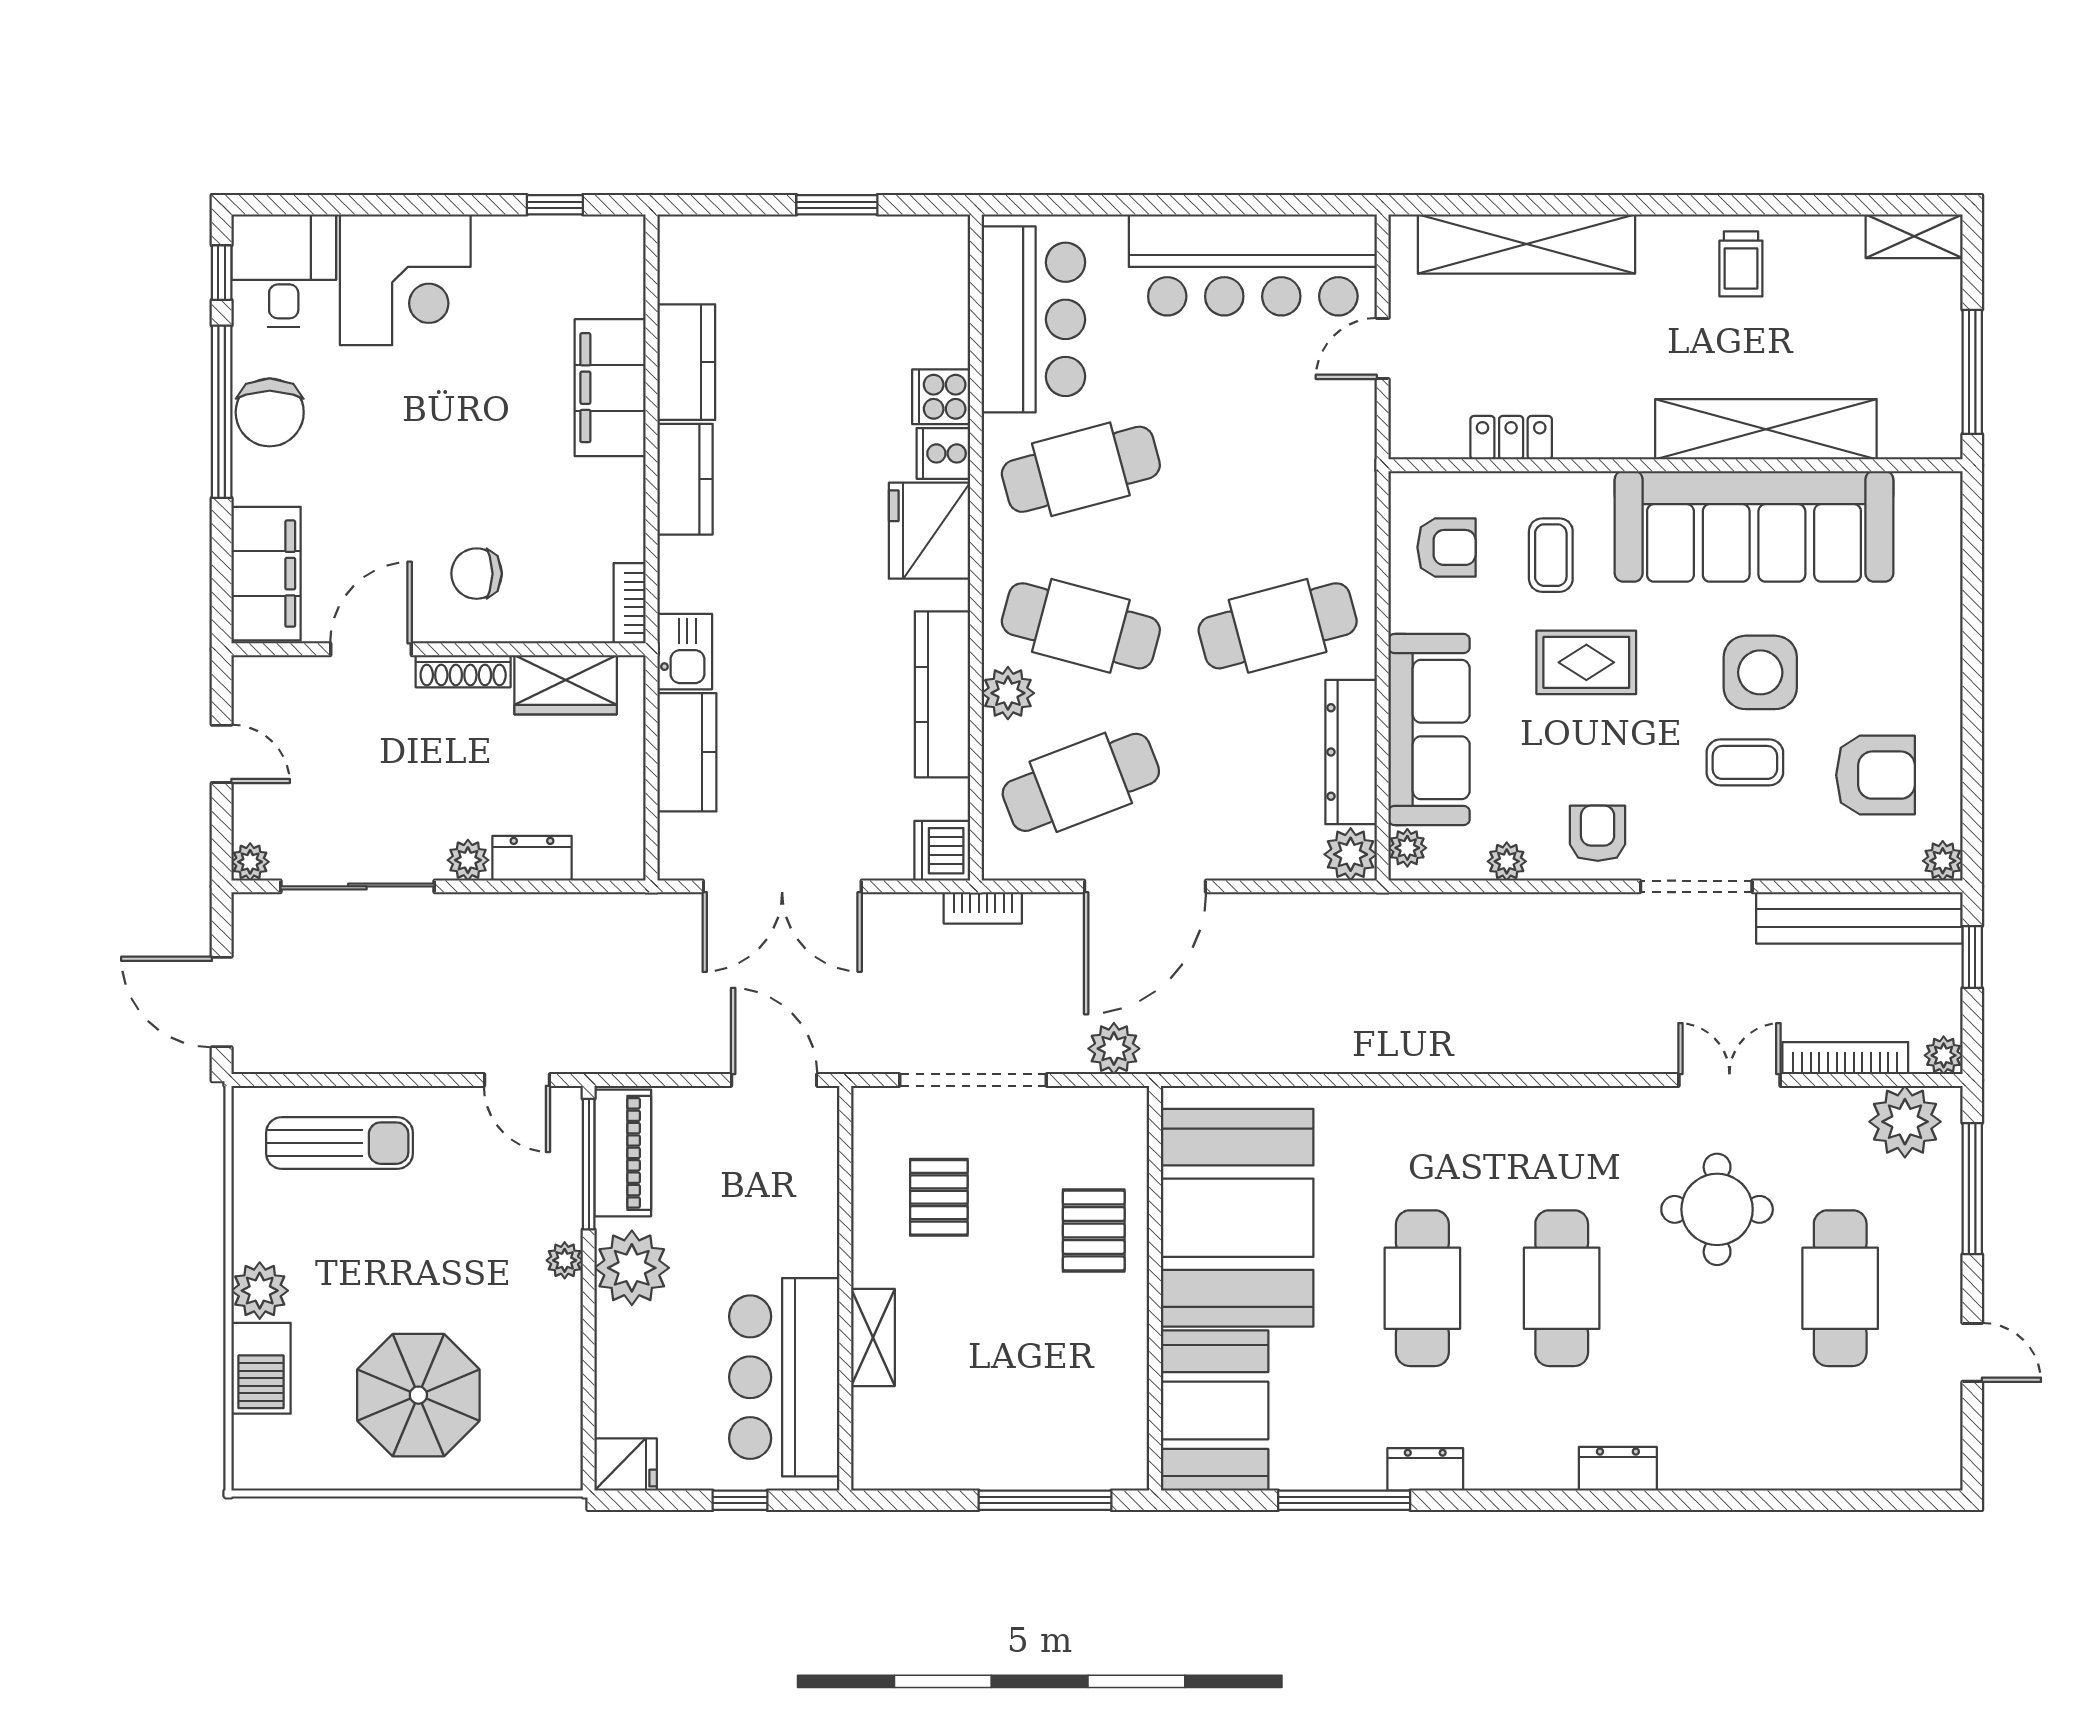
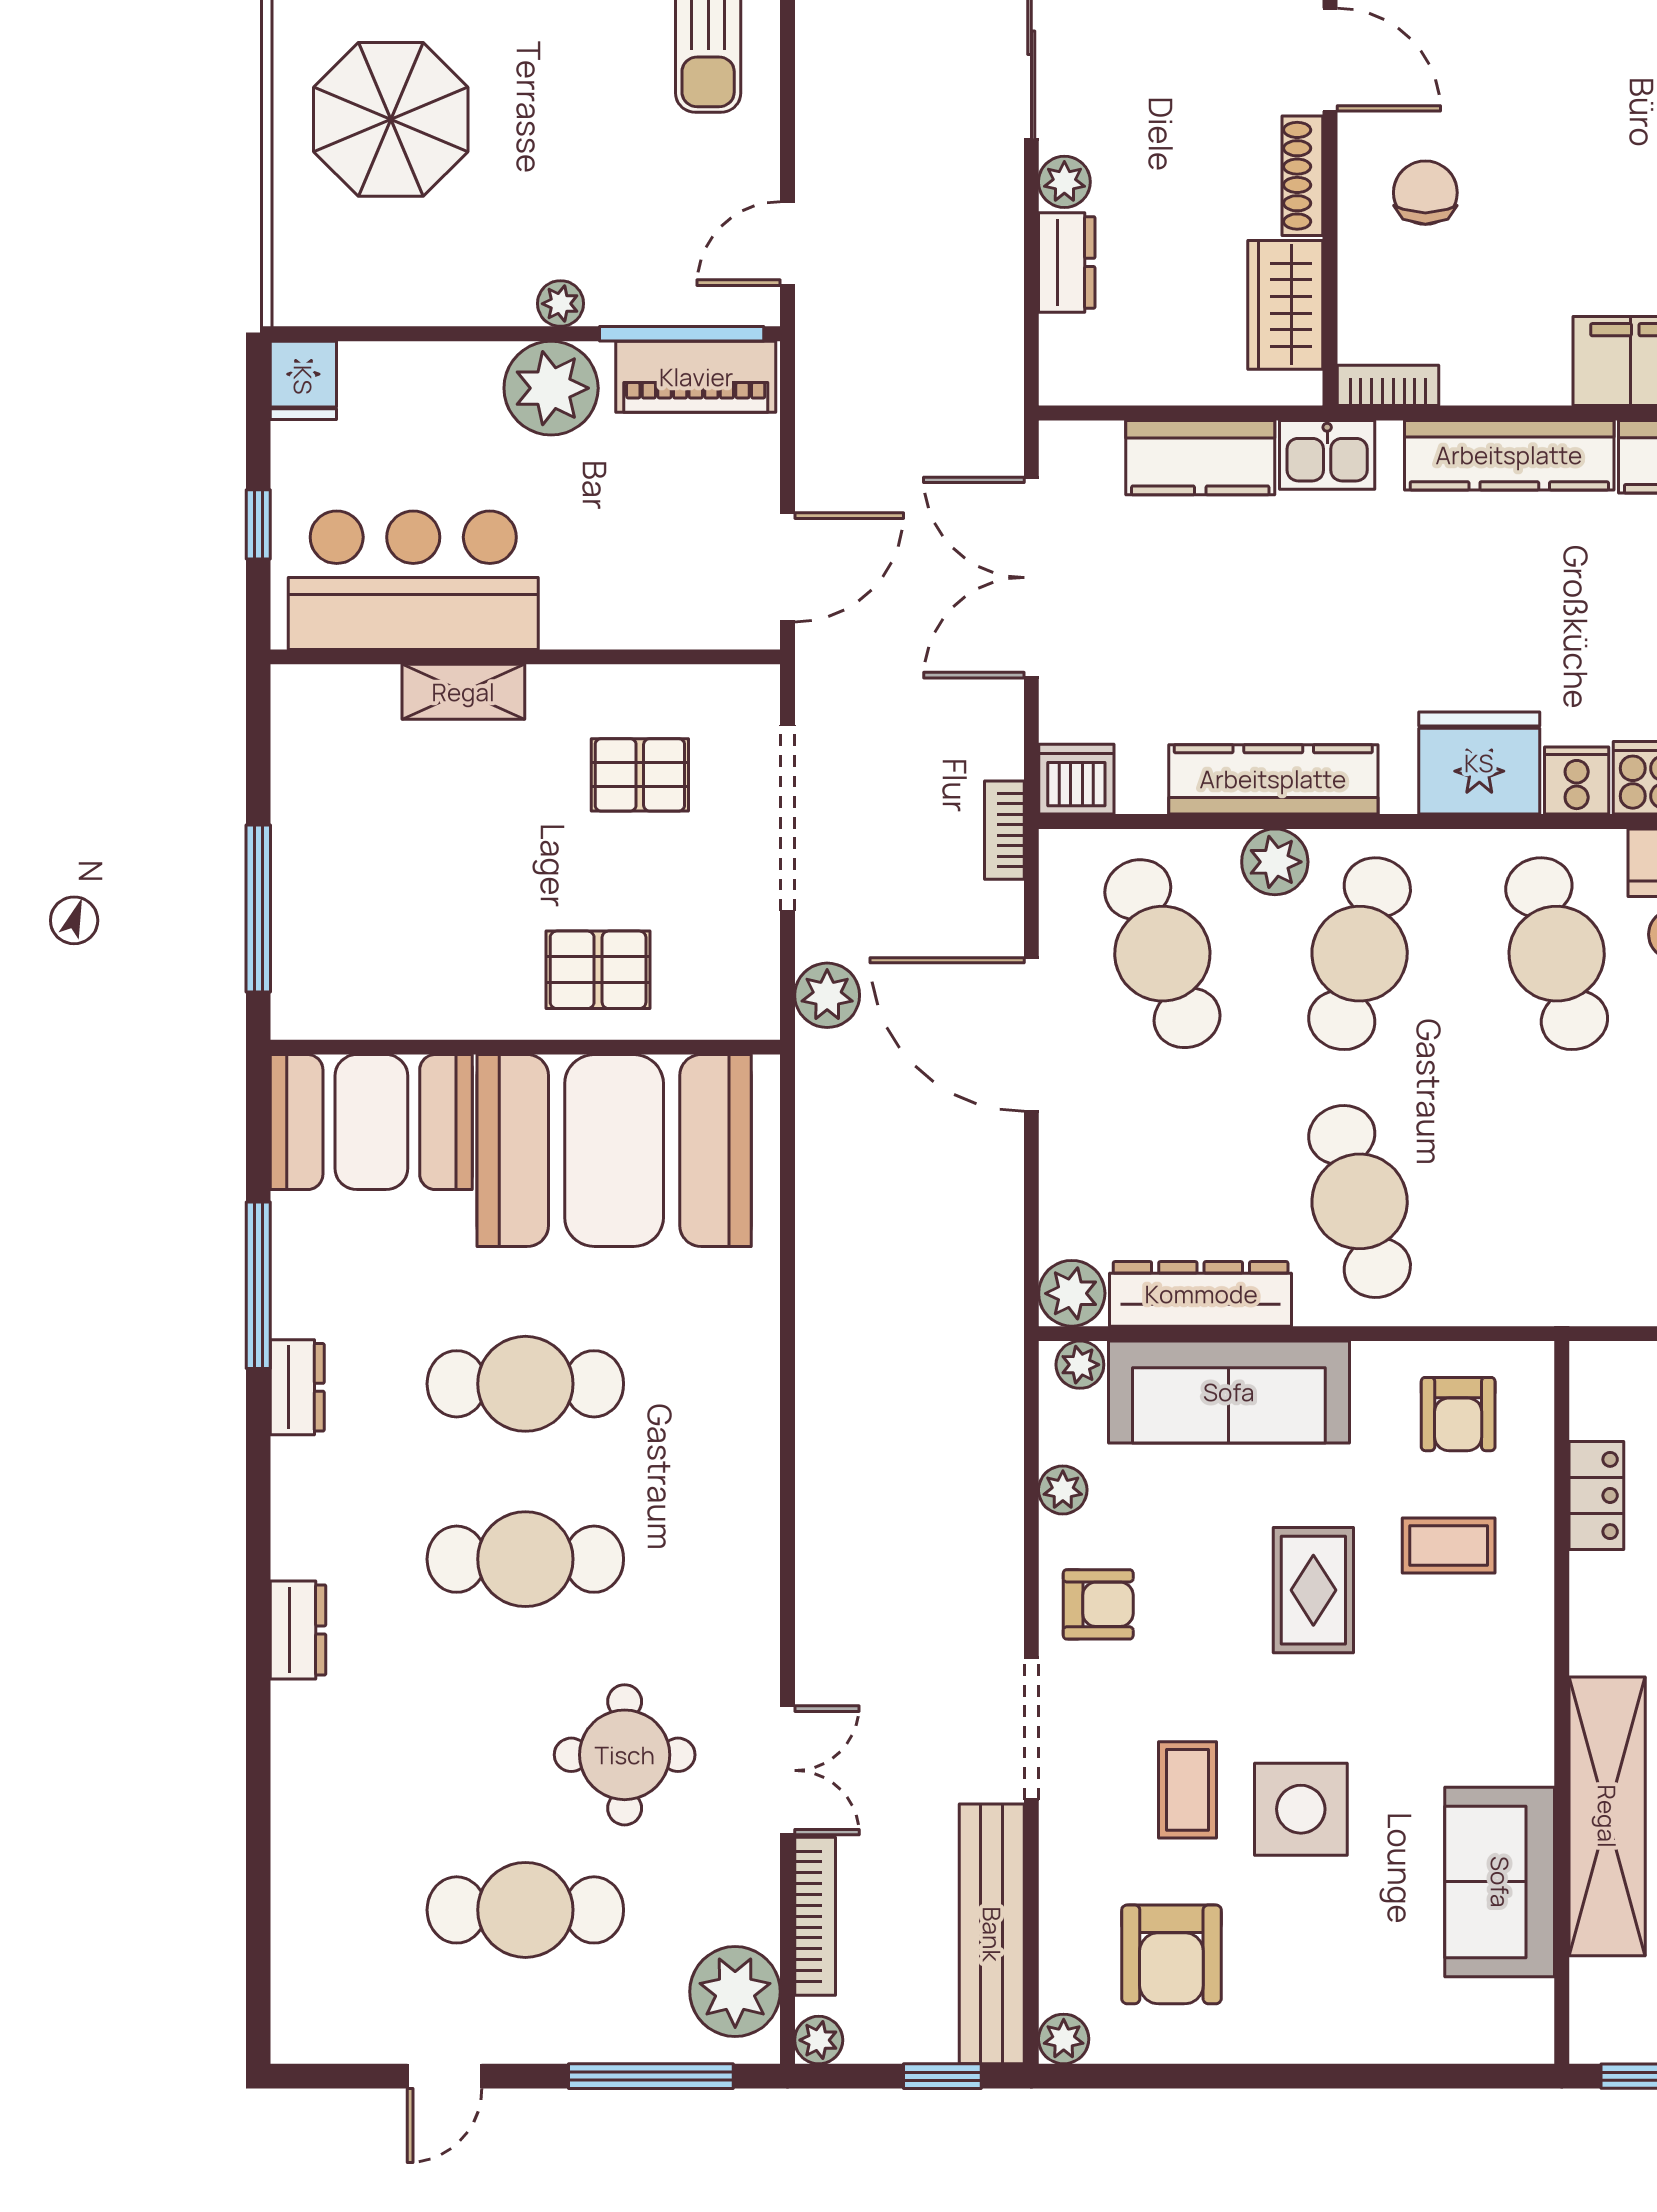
kitchen counter: (685, 479) -> (1509, 455), width x1.50
sofa: (1754, 526) -> (1500, 1882), width x0.54, depth x0.79

